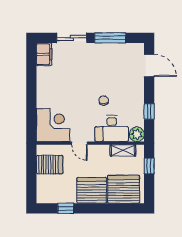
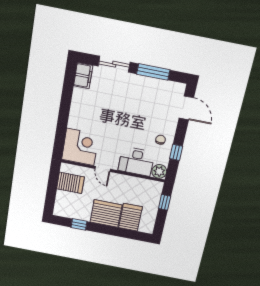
chair: (104, 100) -> (160, 140), moved
shelving: (123, 150) -> (143, 184), removed
server rack: (124, 189) -> (130, 217), width x0.62

